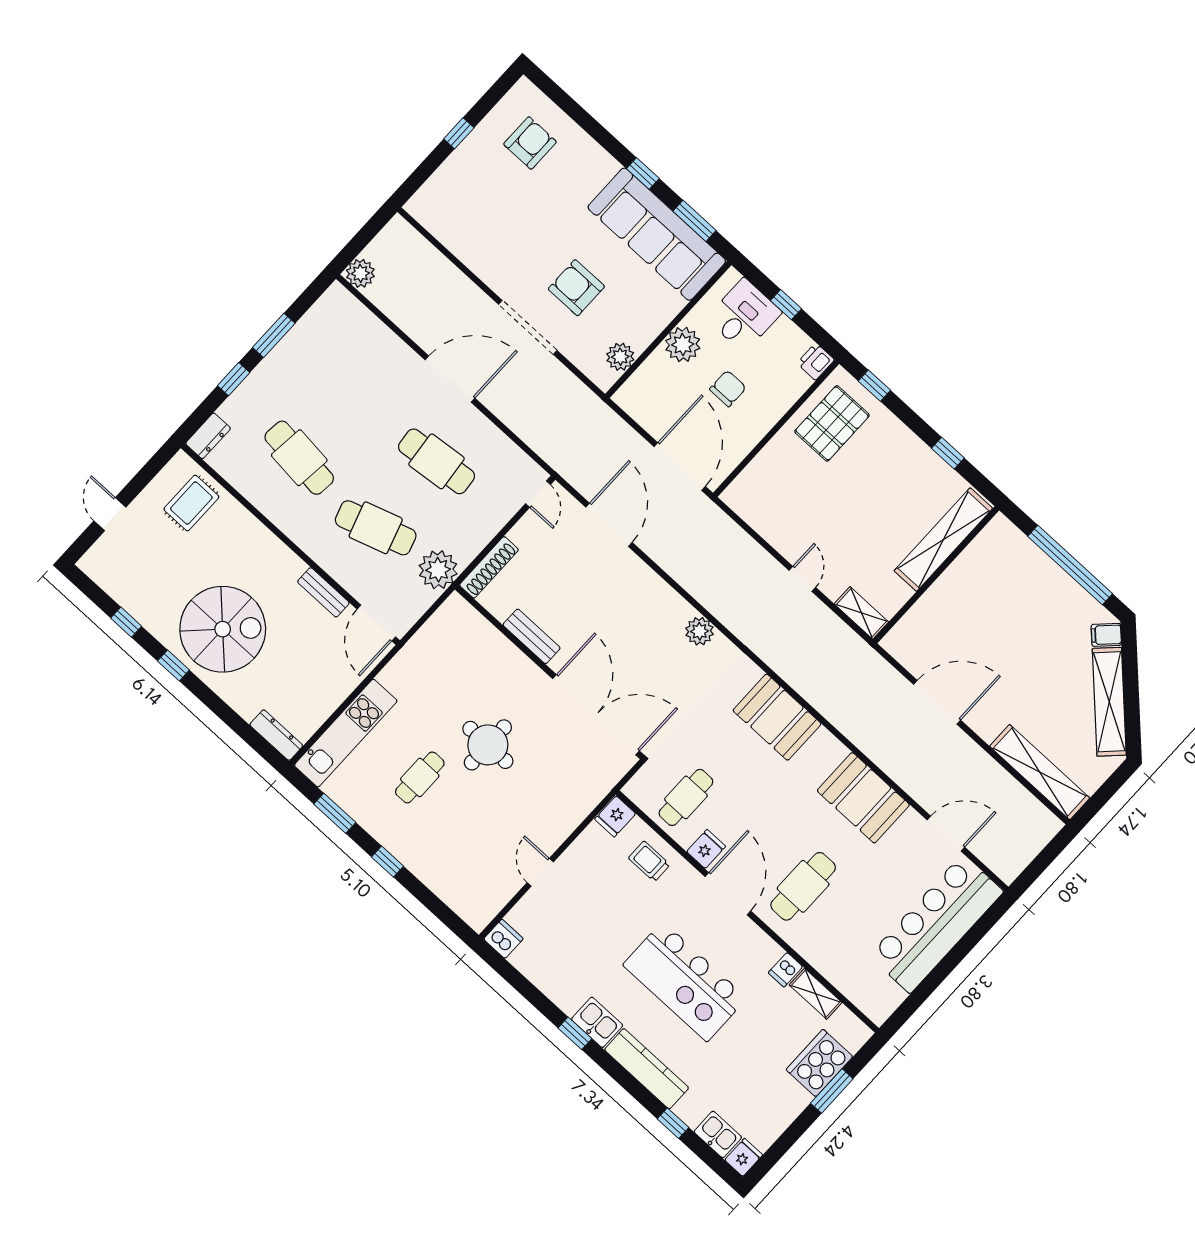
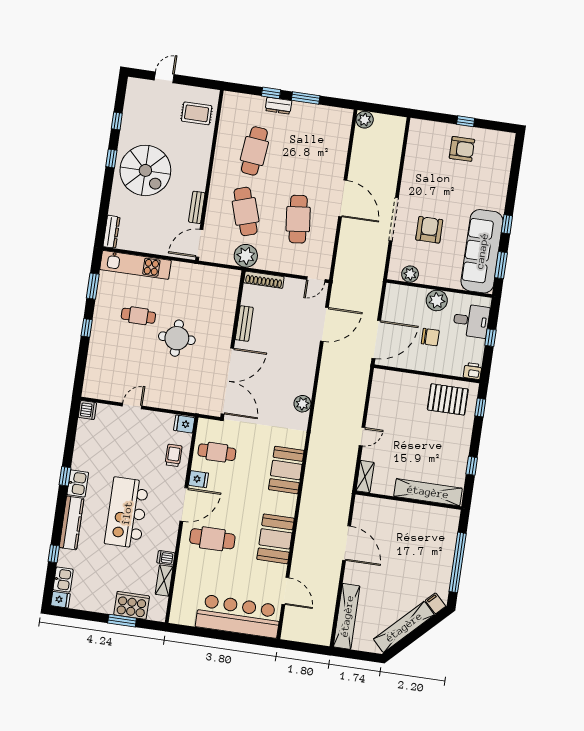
armchair: (530, 143) -> (462, 149), moved
dresser: (208, 436) -> (279, 106), moved

